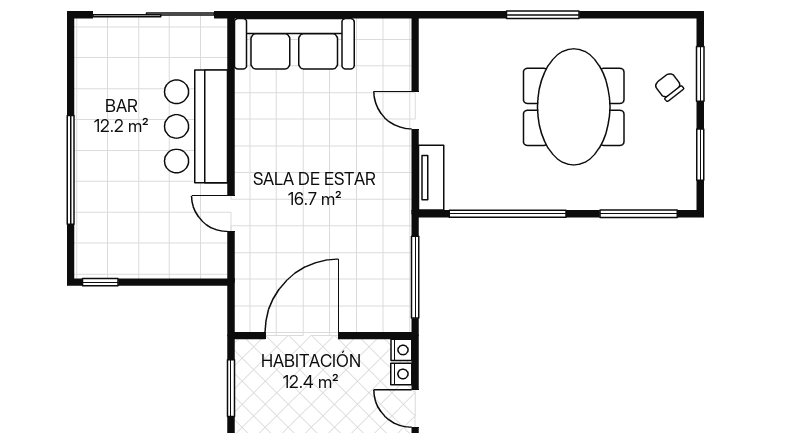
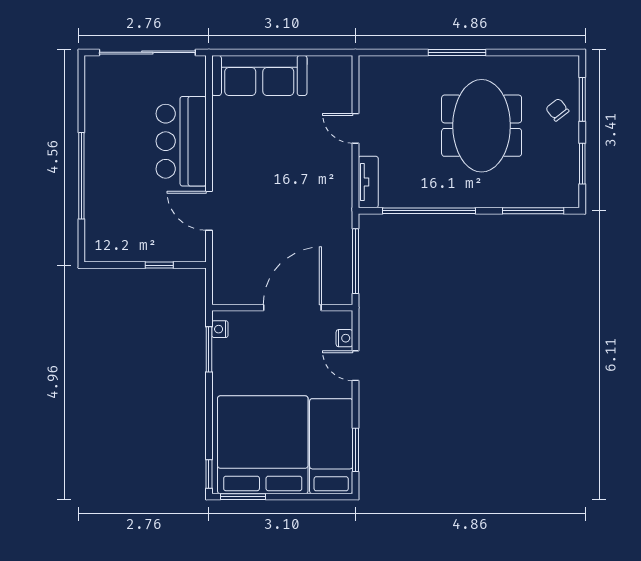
door: (231, 214) -> (209, 211), width x1.38
window: (100, 282) -> (159, 265), moved
door: (302, 336) -> (292, 308), moved
nightstand: (401, 350) -> (220, 329), moved, turned 180

